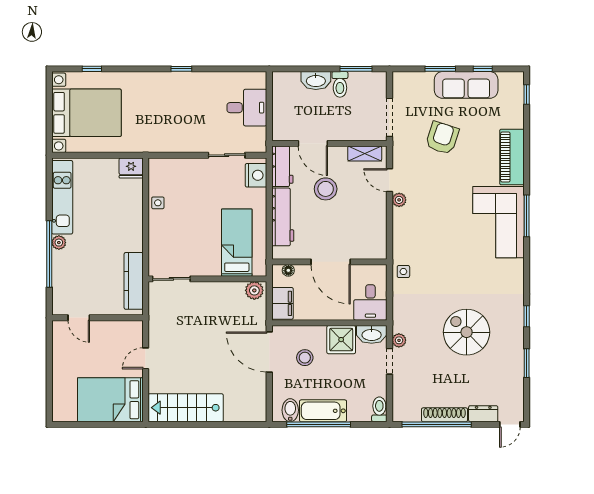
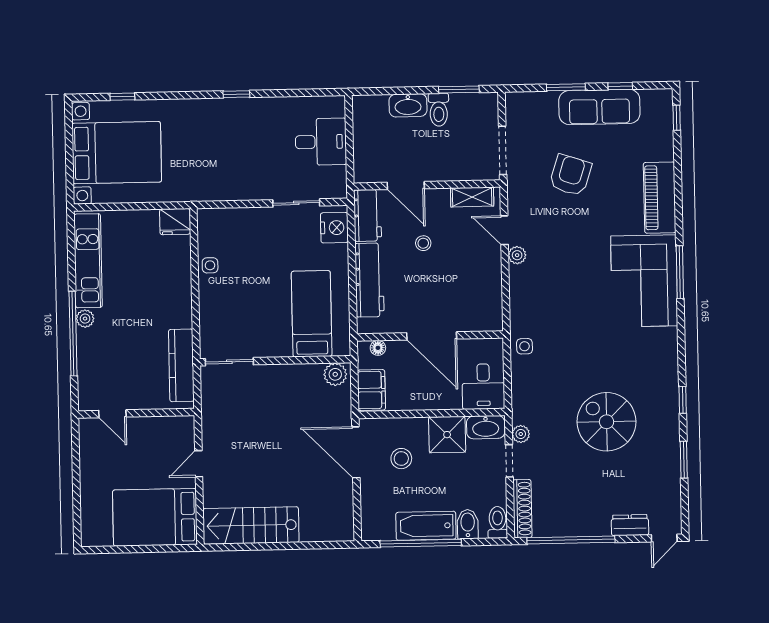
stool: (326, 189) -> (423, 243), width x0.53, depth x0.53
bidet: (290, 410) -> (468, 524), moved
shoe rack: (444, 415) -> (522, 509), moved, turned 90

